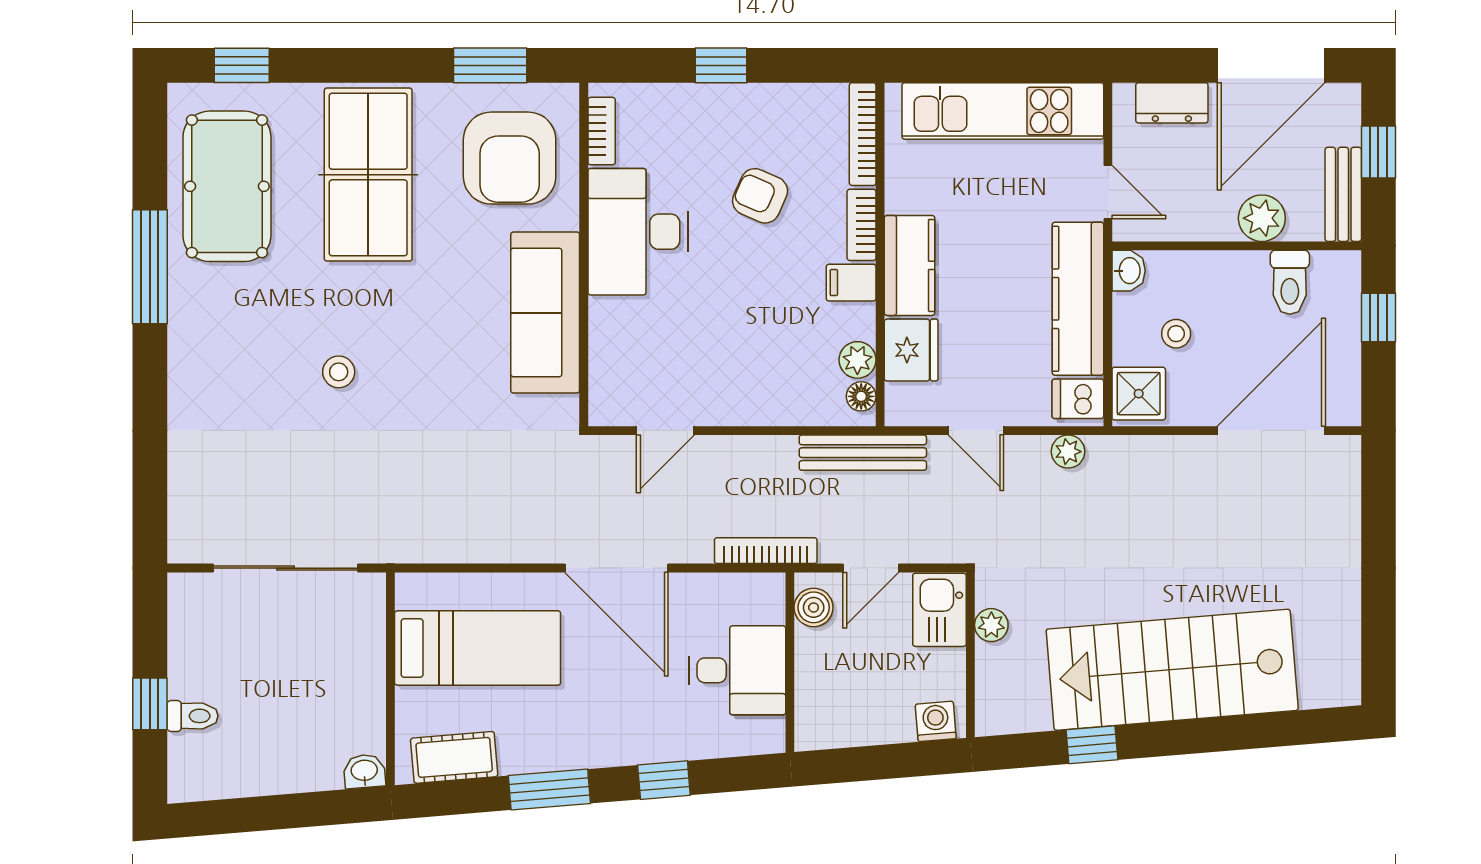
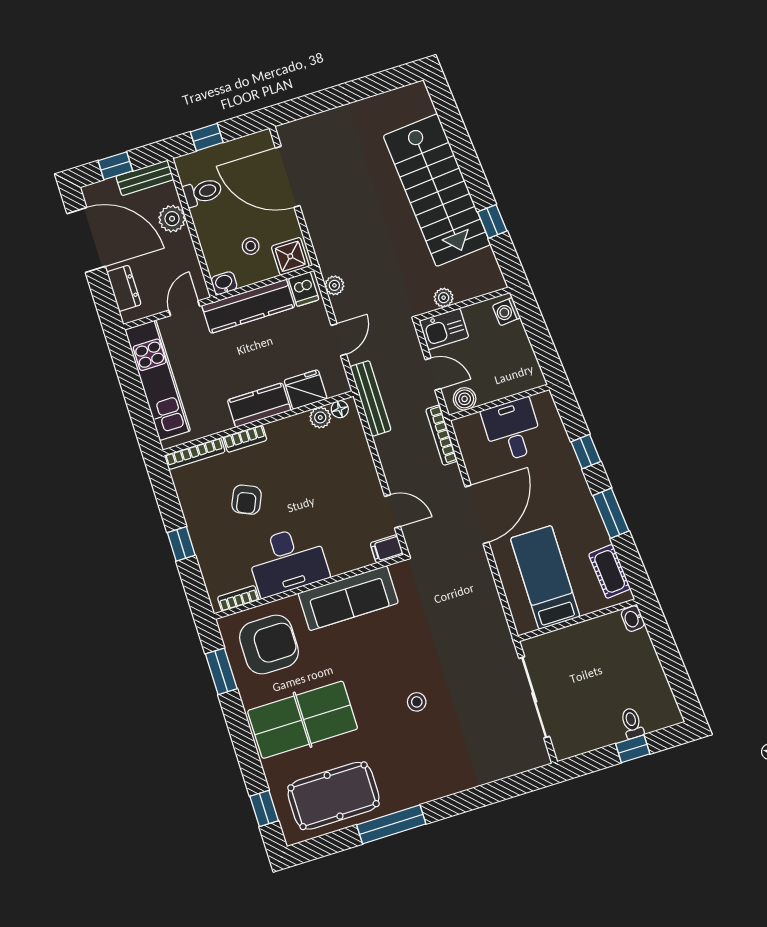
filing cabinet: (851, 283) -> (387, 549), moved, turned 90

